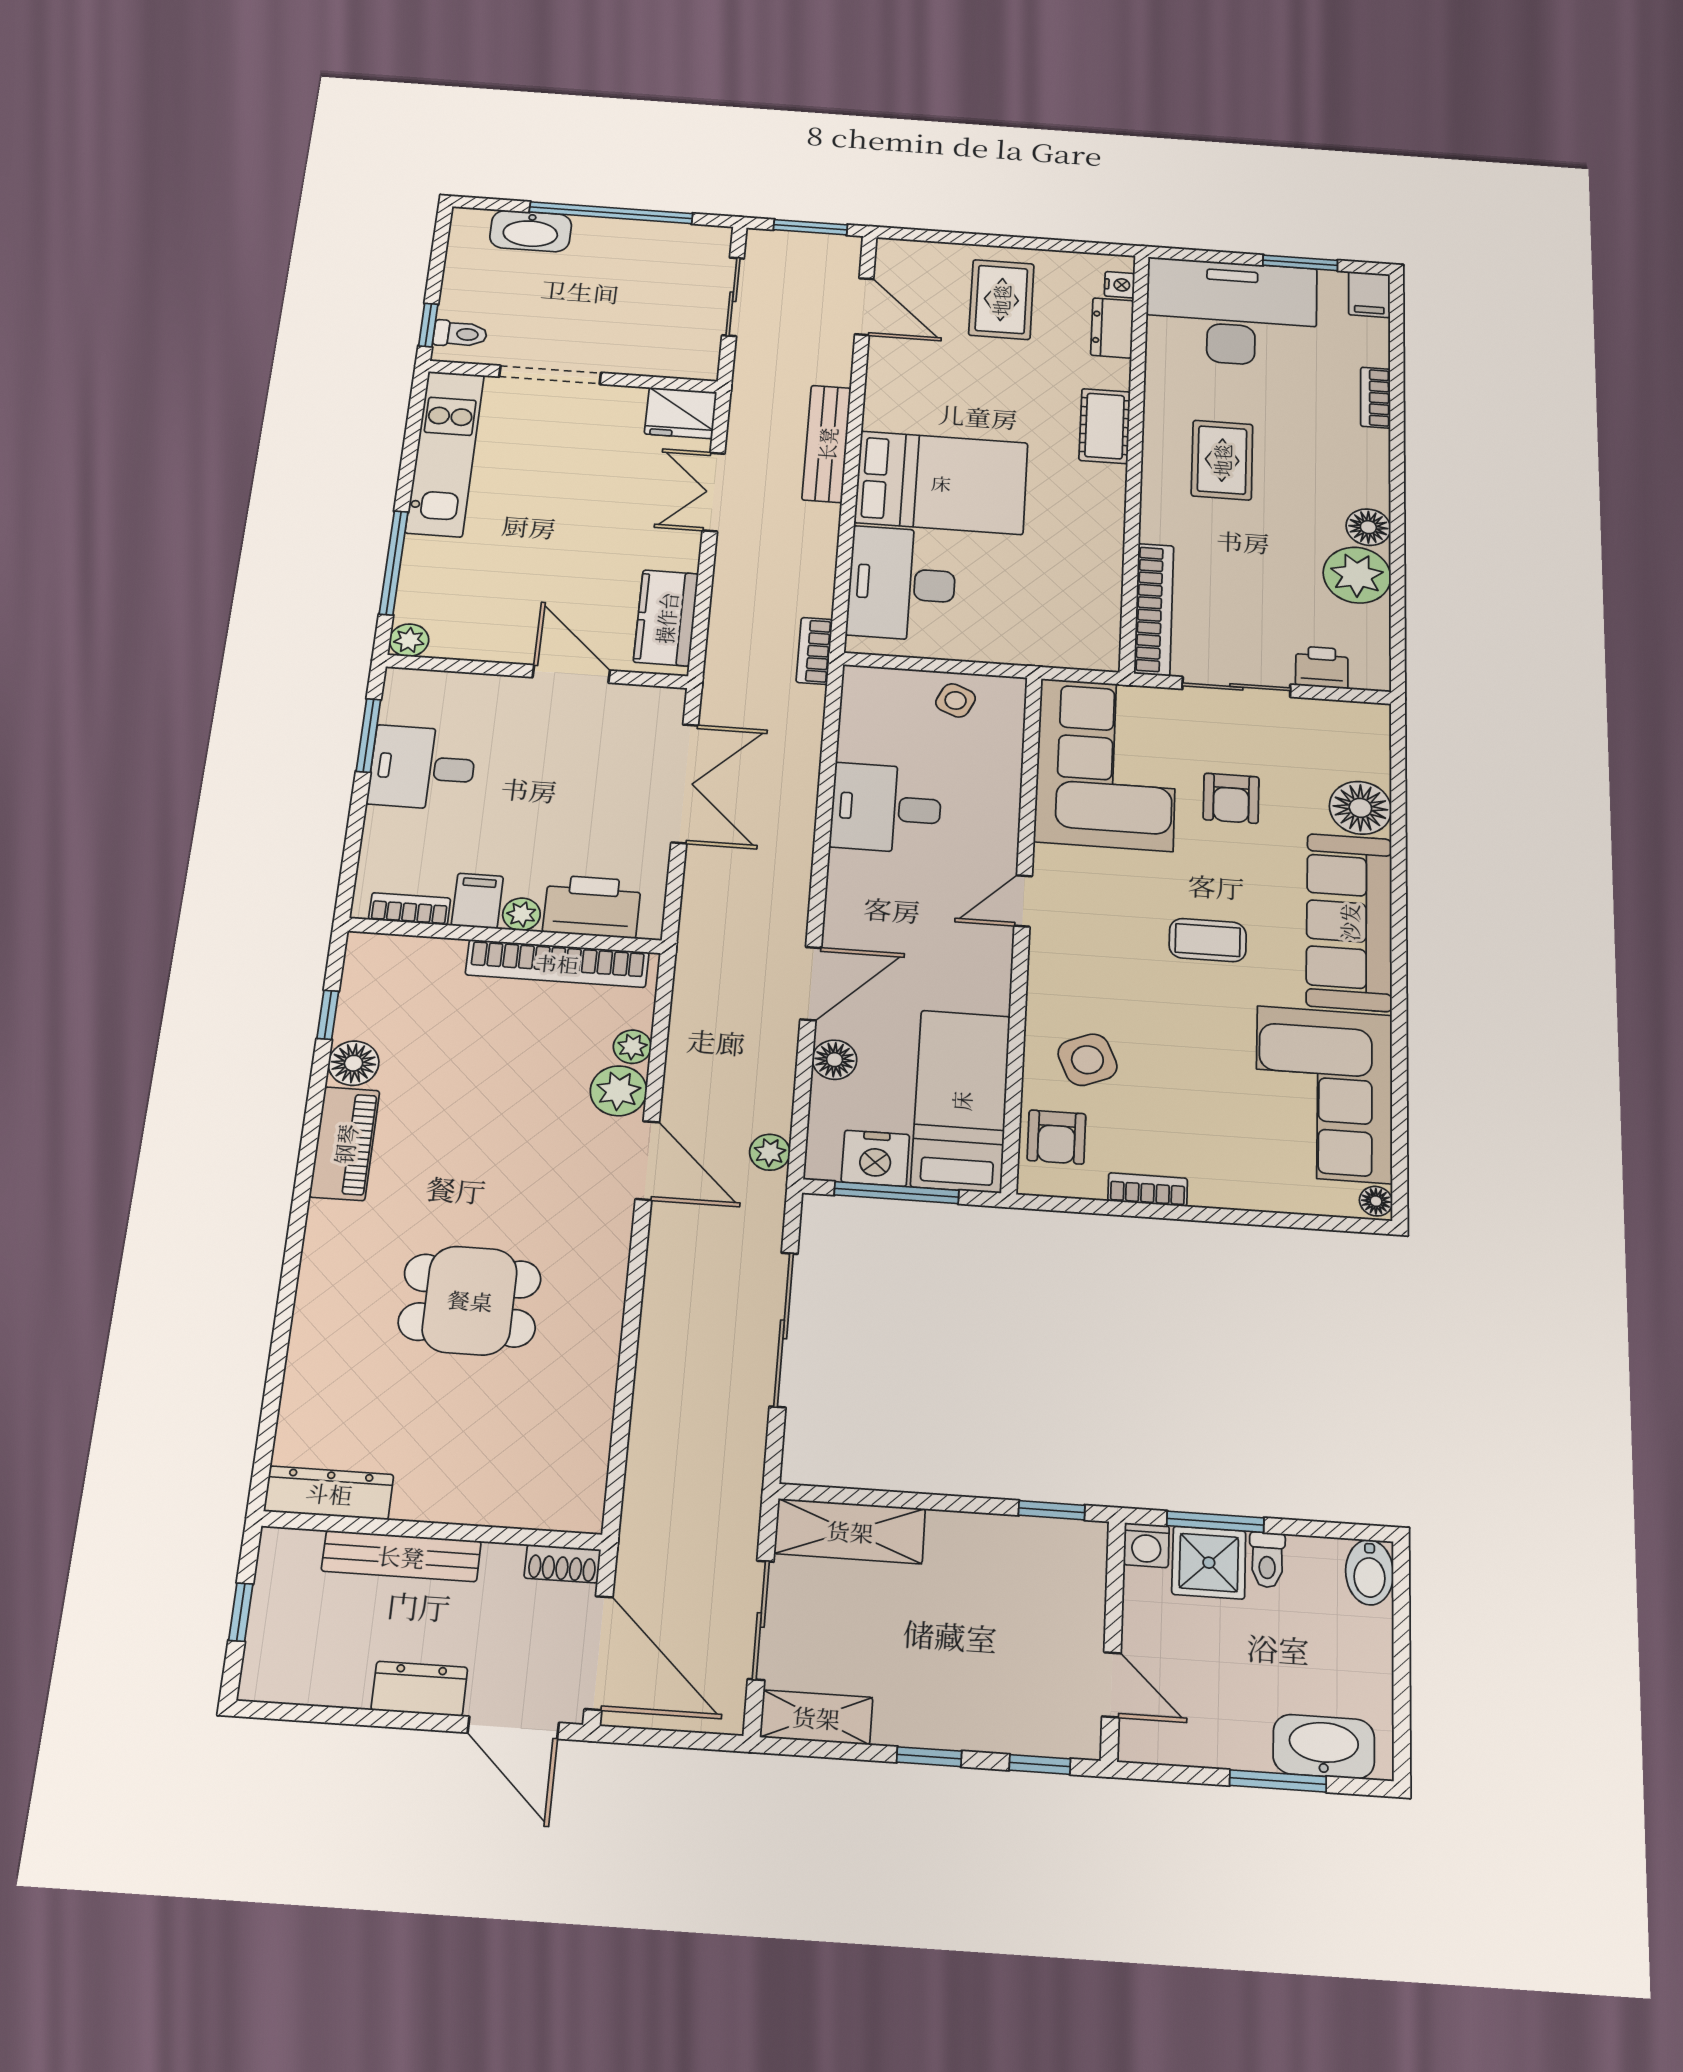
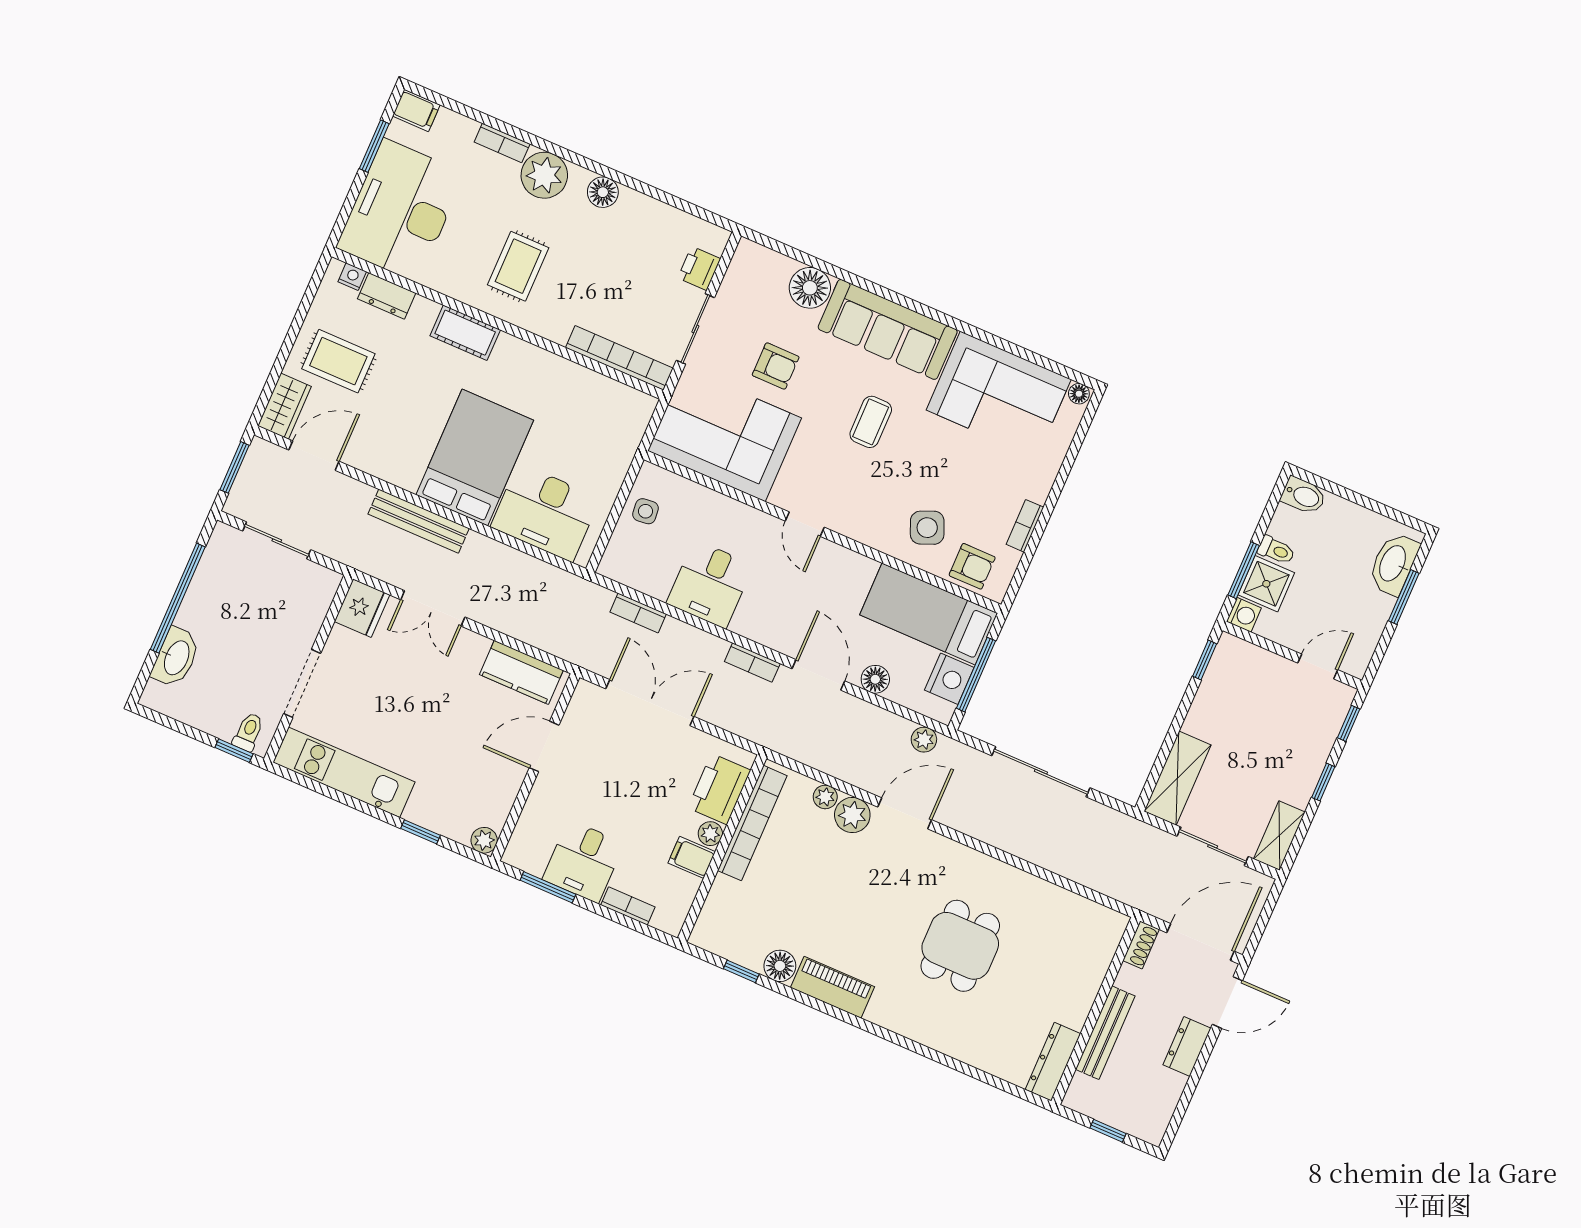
wardrobe: (915, 258) -> (285, 406), added
rug: (1222, 460) -> (518, 266), turned 90
window: (394, 563) -> (421, 832), width x0.46
plant: (1357, 575) -> (544, 175), moved
bookcase: (814, 651) -> (638, 613), moved
side table: (956, 700) -> (646, 511), turned -30
bookcase: (795, 894) -> (752, 663), added
bookcase: (410, 909) -> (628, 906), moved, turned 90

